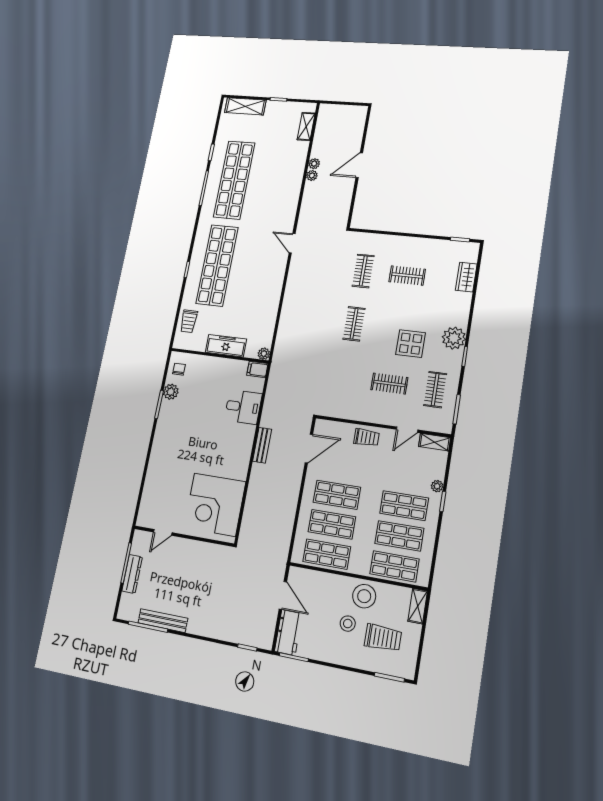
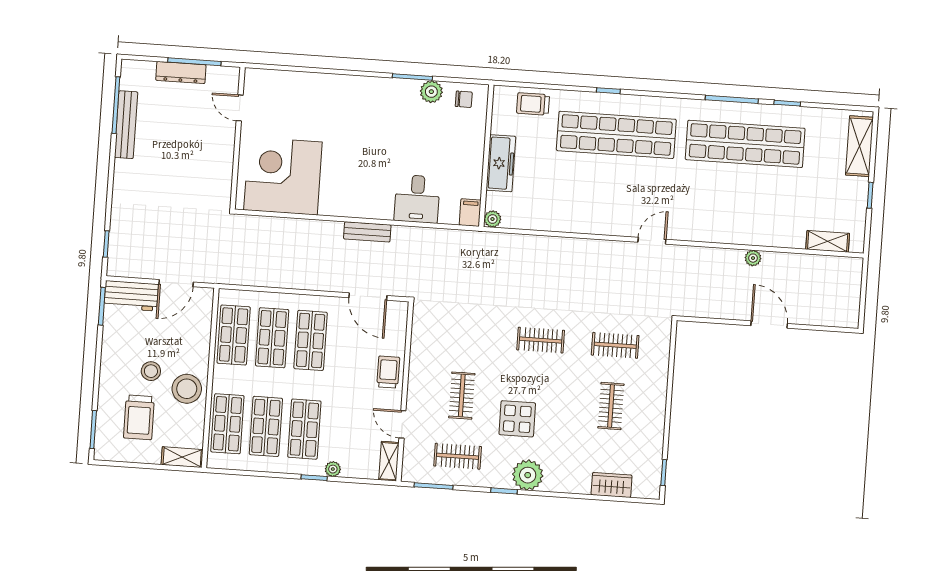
plant: (314, 164) -> (771, 259), removed
trolley: (366, 437) -> (388, 372), turned 180

